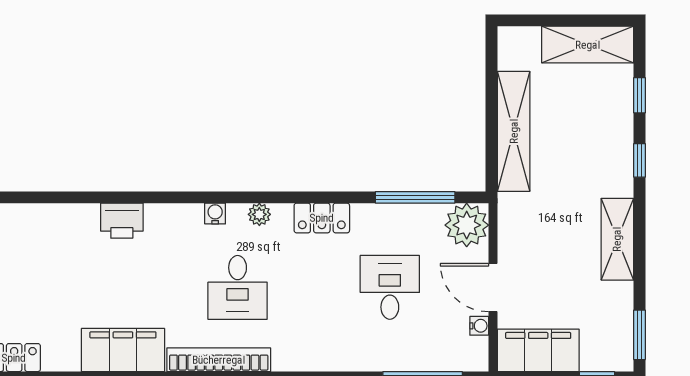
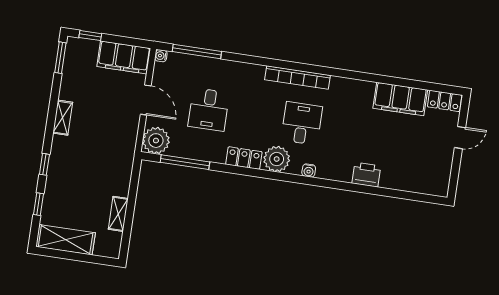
shelving: (514, 131) -> (118, 214), width x0.45, depth x0.75
plant: (259, 214) -> (277, 159), width x1.88, depth x1.88
shelving: (617, 239) -> (63, 118), width x0.67, depth x0.75
water cooler: (479, 326) -> (161, 56), moved
filing cabinet: (123, 350) -> (400, 99), moved
bookcase: (219, 360) -> (297, 78), moved

